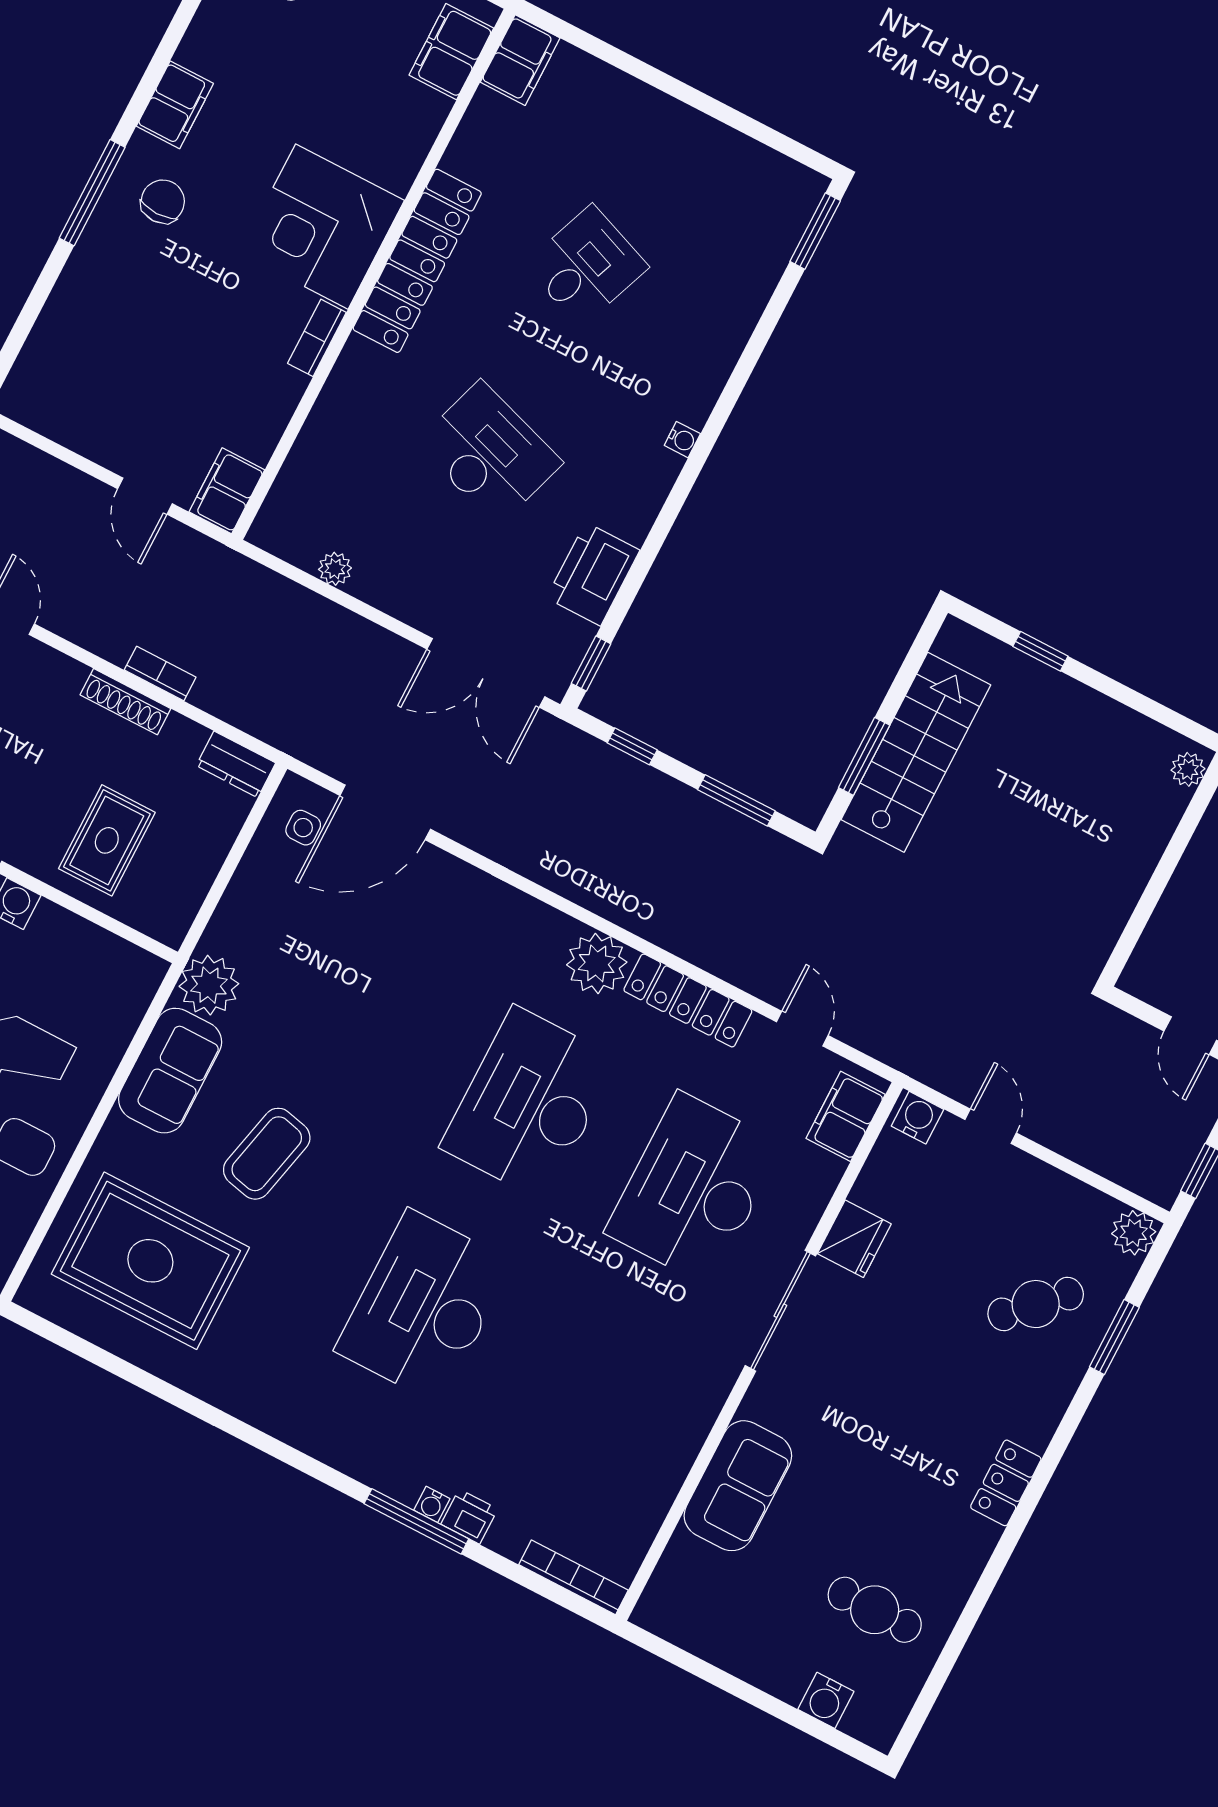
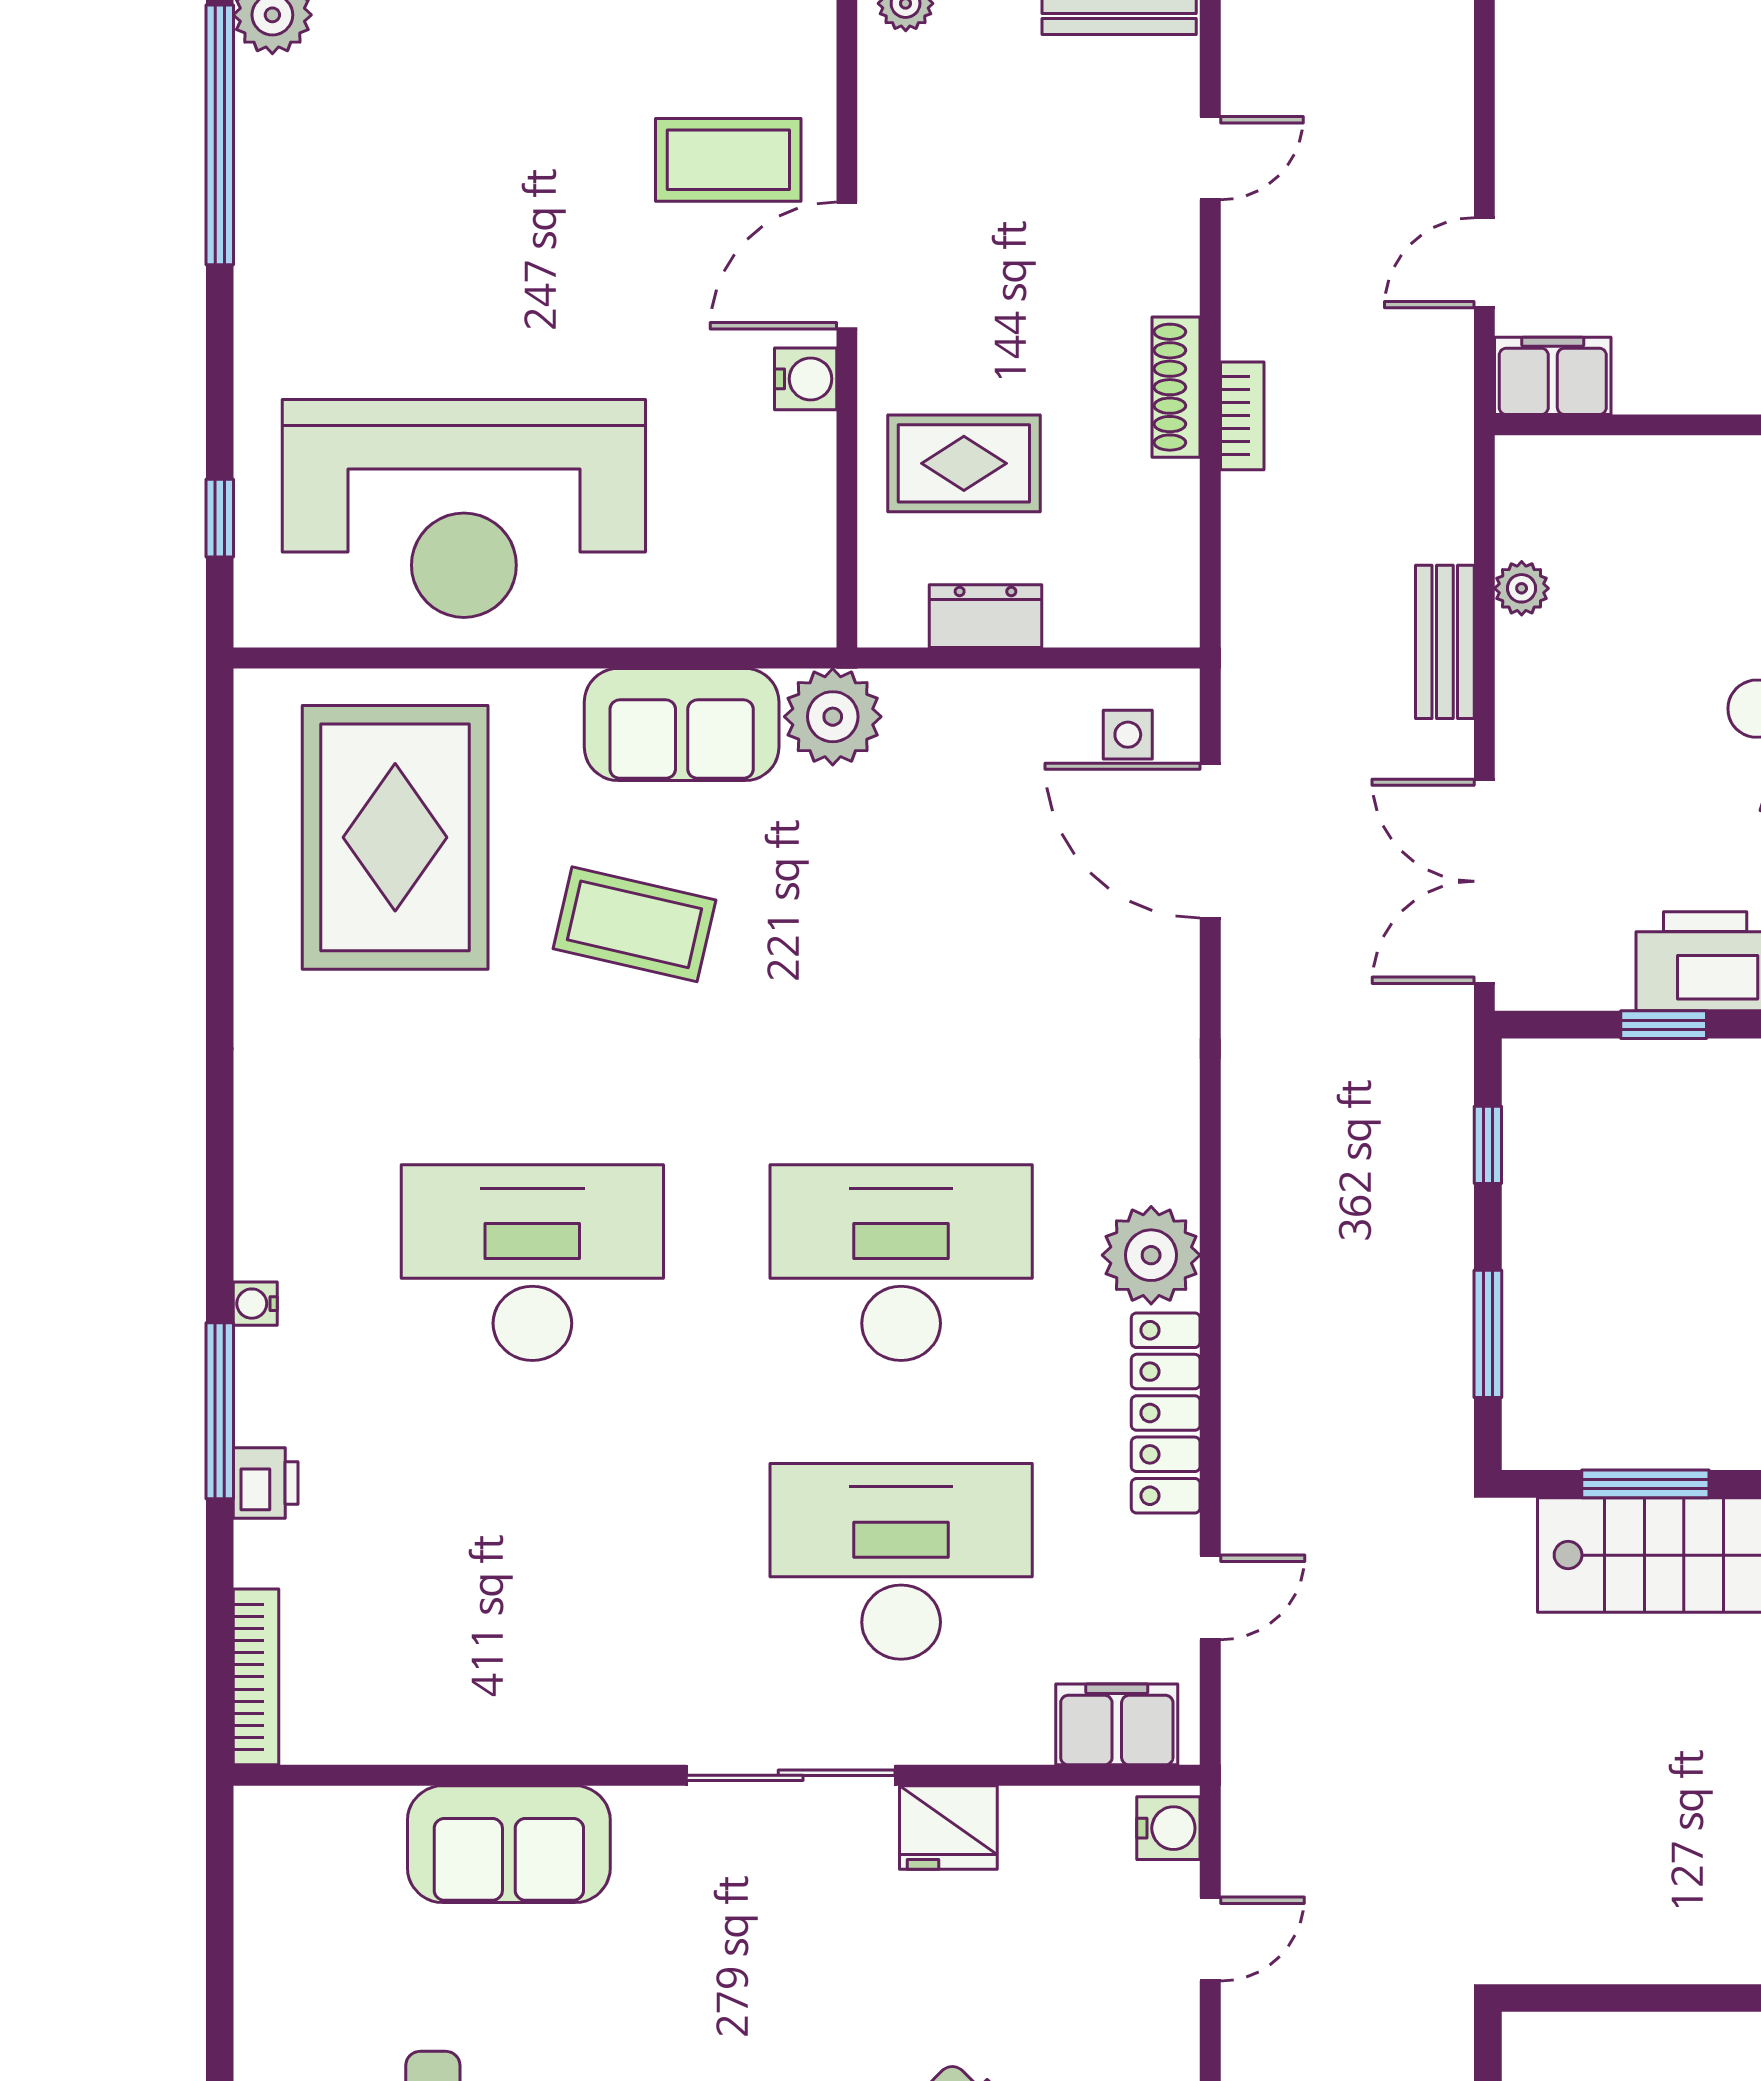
bench: (343, 626) -> (1445, 642), added
window: (591, 664) -> (1664, 1025), moved
dresser: (236, 764) -> (985, 616), moved, turned 90
water cooler: (432, 1504) -> (255, 1304), moved

